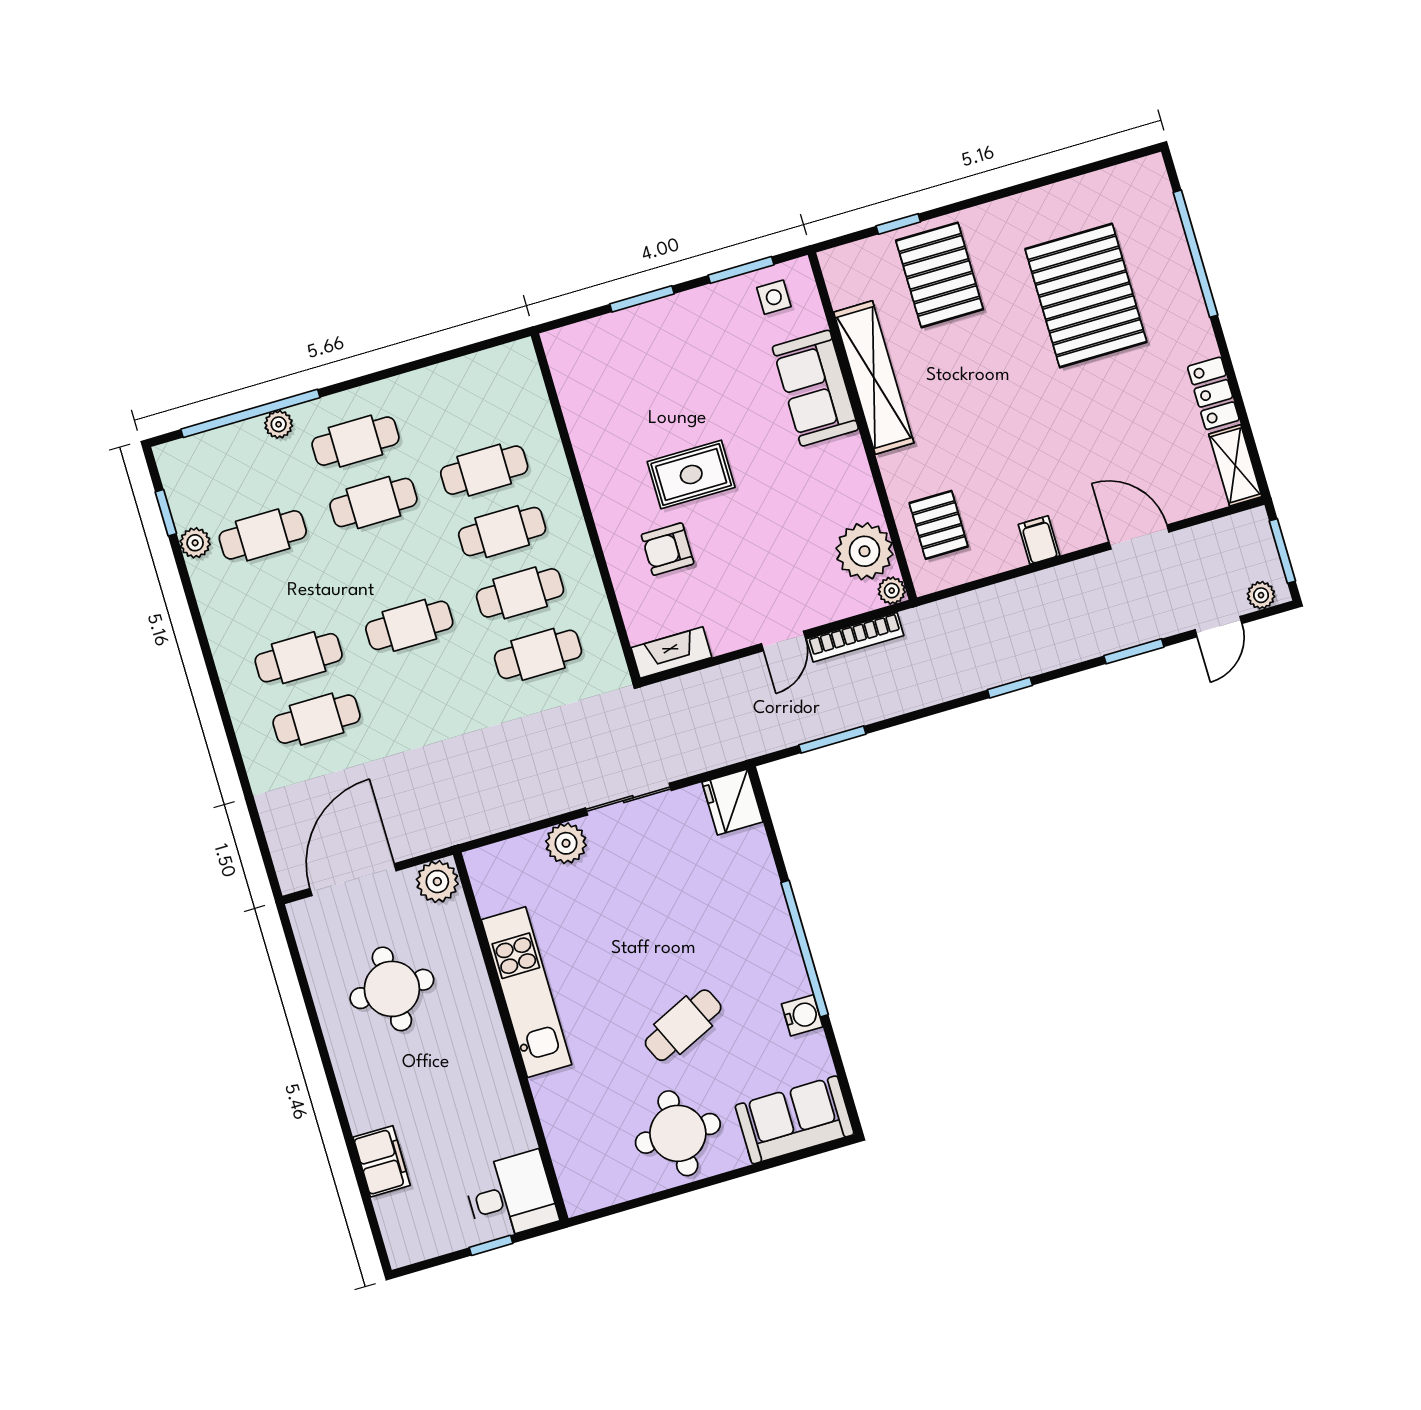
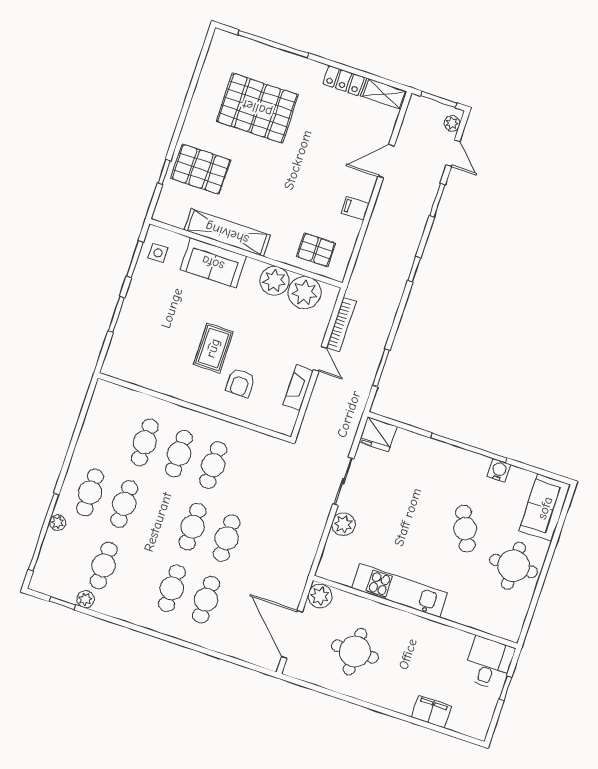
plant: (892, 591) -> (274, 281), moved, width x1.88, depth x1.88
fireplace: (671, 653) -> (298, 387), moved
cafe table: (538, 654) -> (227, 538), moved

